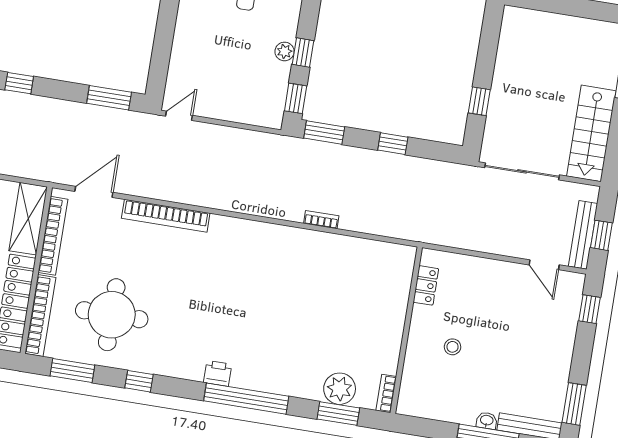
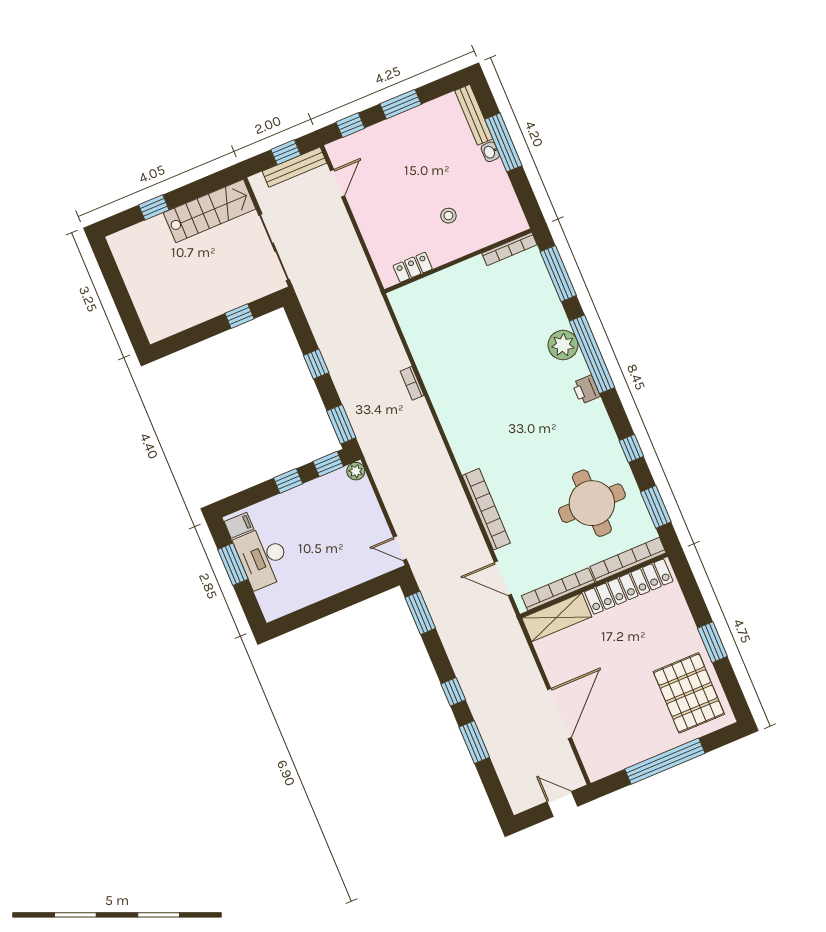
plant: (285, 51) -> (356, 471), moved
plant: (340, 389) -> (563, 345), moved
bookcase: (386, 394) -> (509, 249), width x1.56
window: (574, 404) -> (401, 104), moved
window: (338, 413) -> (558, 274), width x1.44

